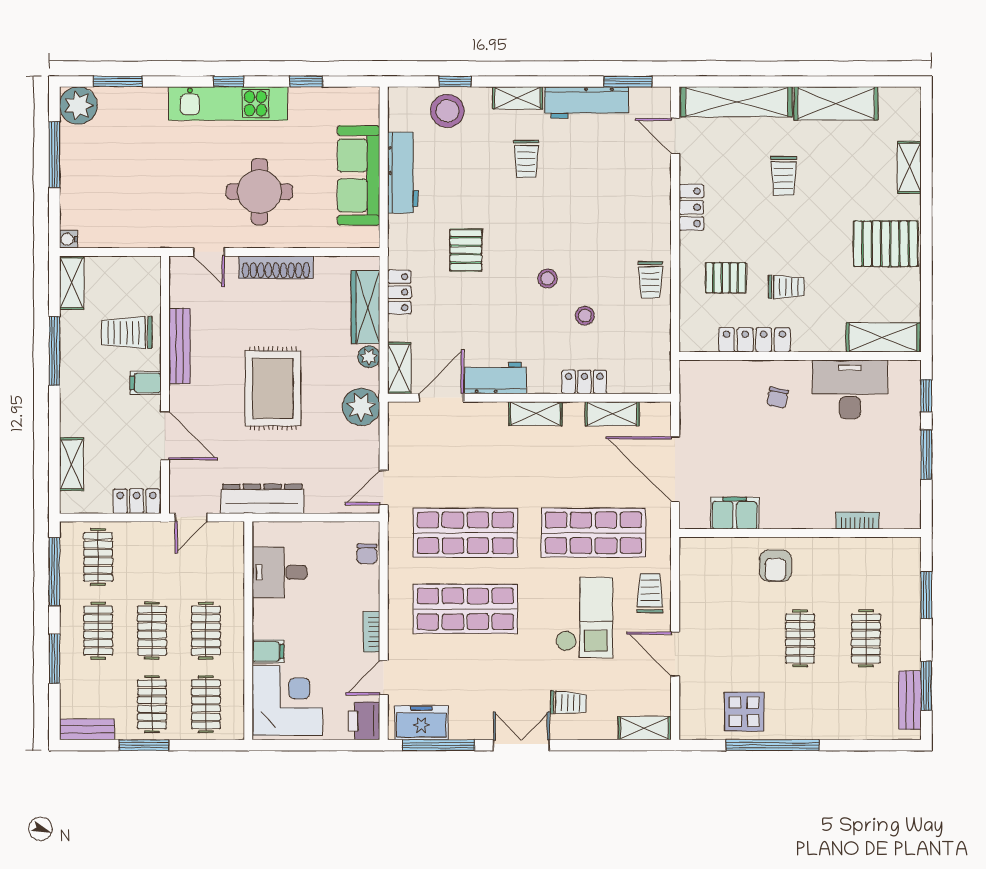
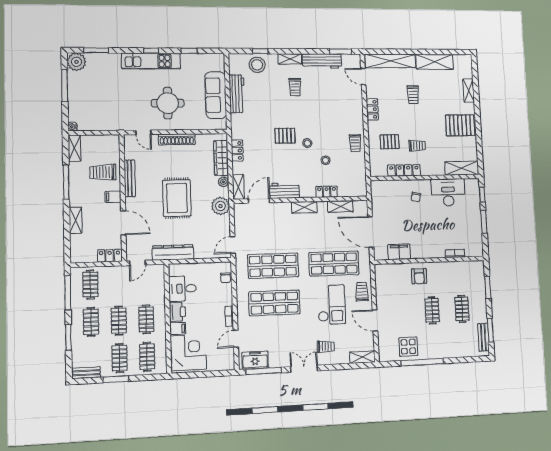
pallet: (466, 250) -> (285, 136), moved, turned 90
shelving: (72, 464) -> (76, 220), moved
printer: (364, 721) -> (177, 312), moved, turned 180

